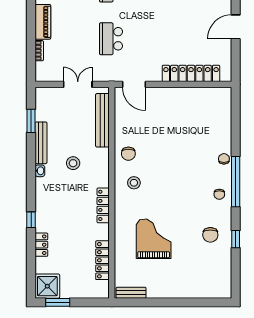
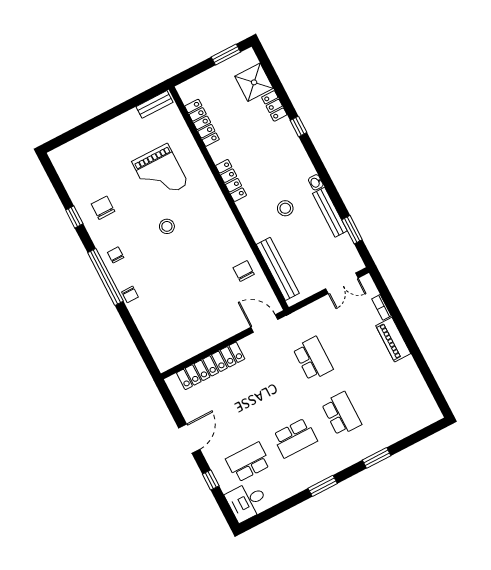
double door: (78, 84) -> (342, 283), moved
chair: (128, 154) -> (244, 271), moved
stool: (134, 183) -> (167, 226), moved
shower: (47, 286) -> (254, 82), moved

